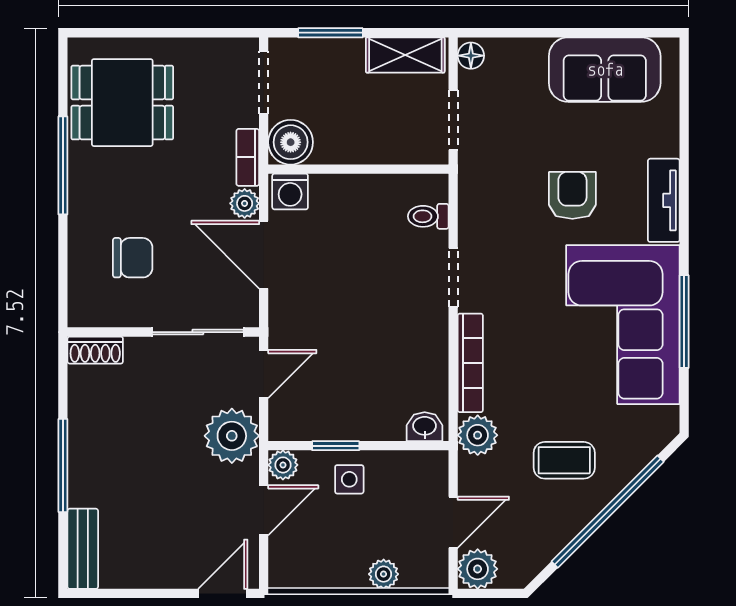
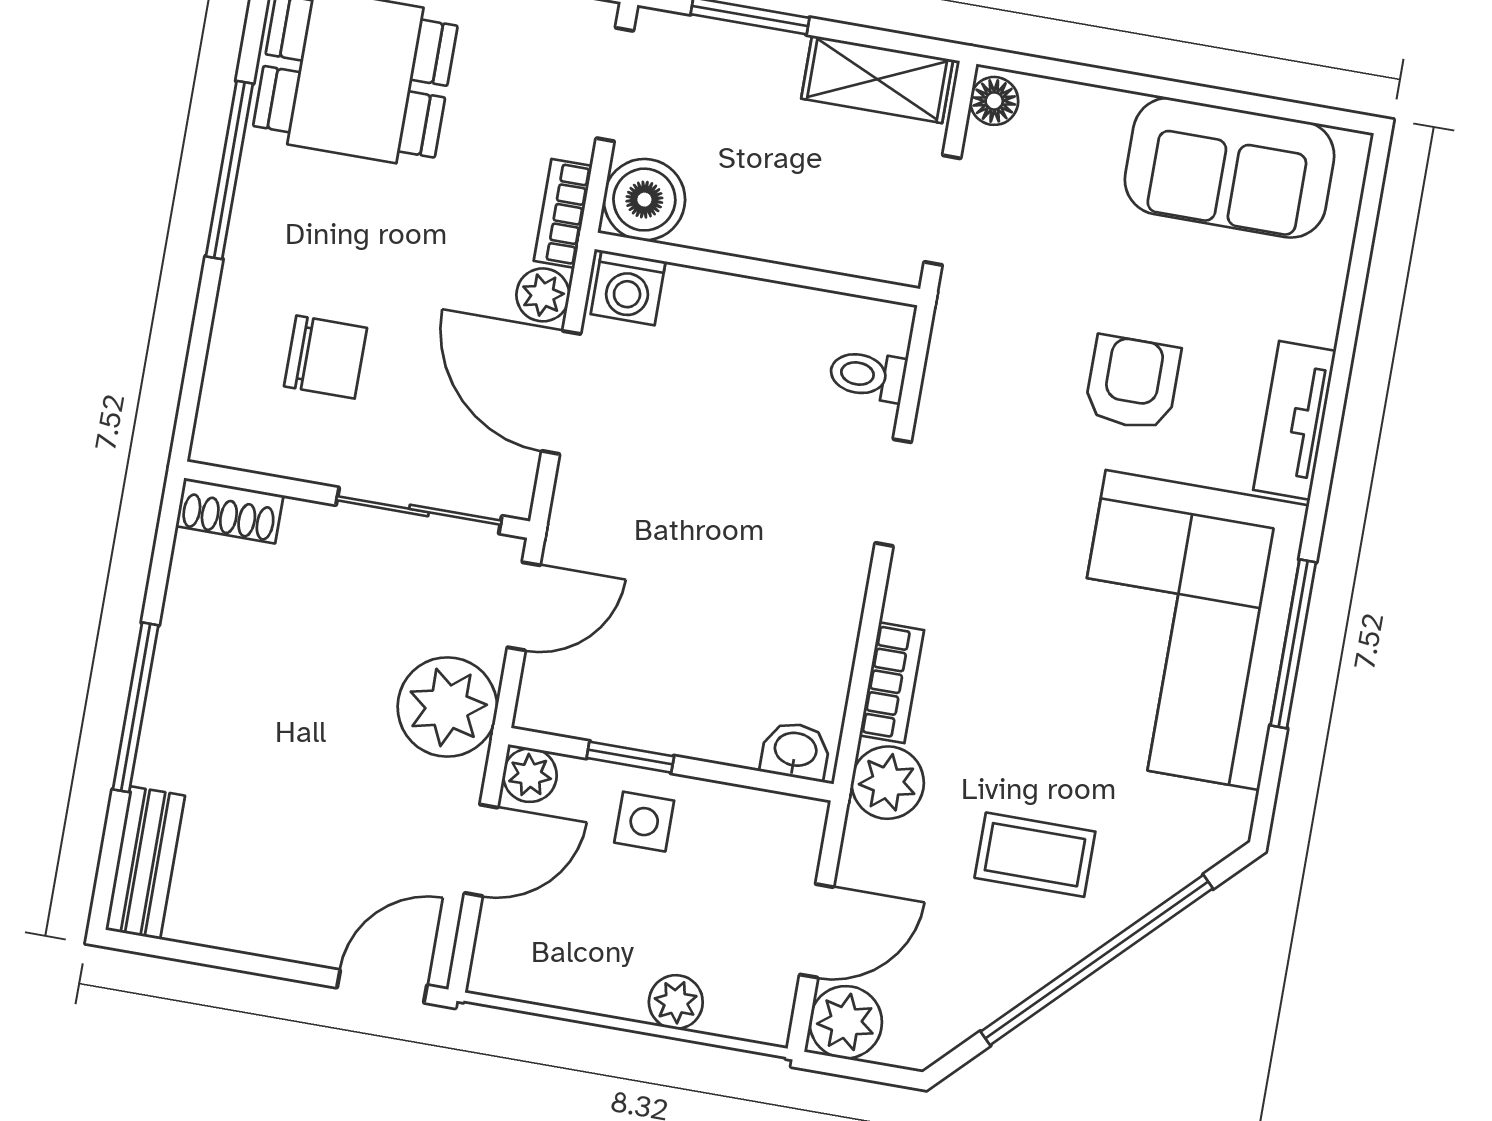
bookcase: (470, 363) -> (892, 683), width x0.64

